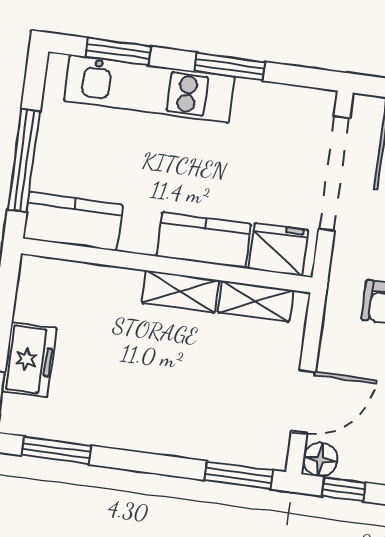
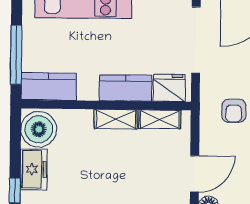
boiler: (47, 293) -> (39, 129), added

